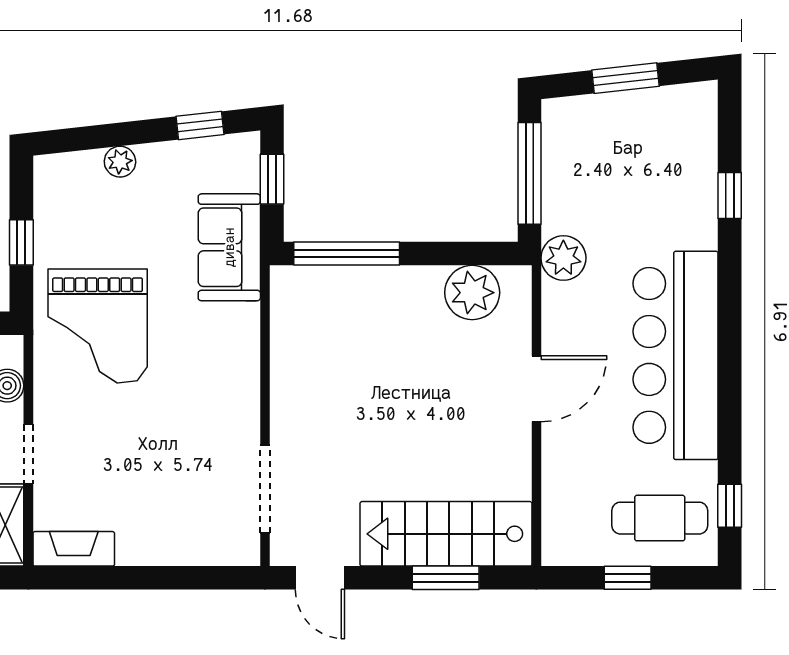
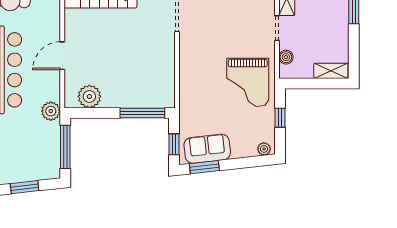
window: (200, 125) -> (204, 167), width x1.50
plant: (120, 162) -> (264, 149), moved
sofa: (229, 247) -> (207, 149), moved, turned -96
grand piano: (98, 326) -> (248, 82), turned 180

